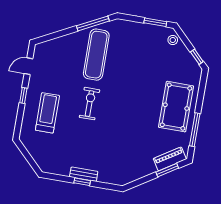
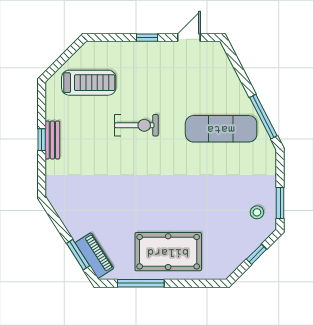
stool: (173, 40) -> (257, 212), moved
window: (197, 57) -> (256, 254), moved
door: (28, 66) -> (189, 38), hinge flipped
exercise bike: (90, 104) -> (136, 125), moved
treadmill: (47, 113) -> (89, 83), moved

